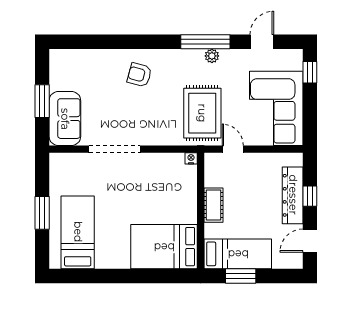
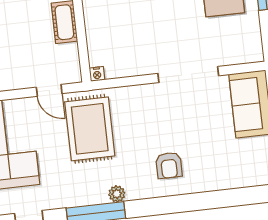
plant: (212, 56) -> (117, 194), moved
armchair: (139, 75) -> (169, 165), turned 75

